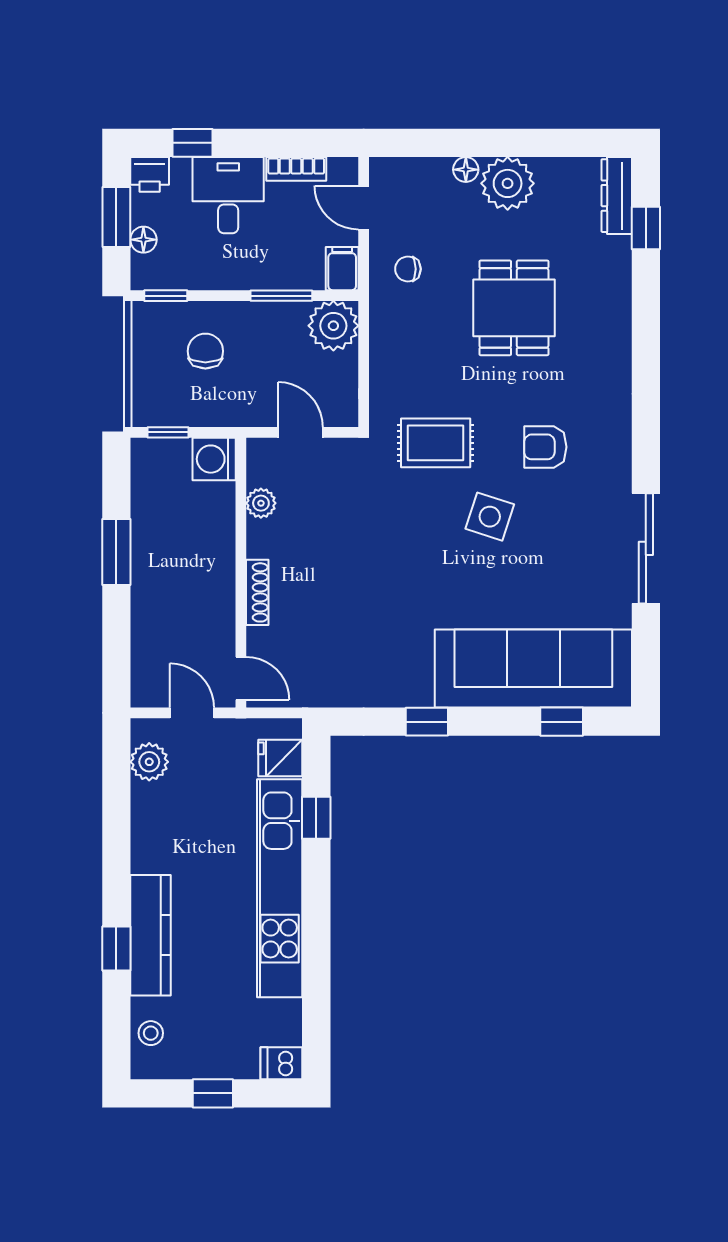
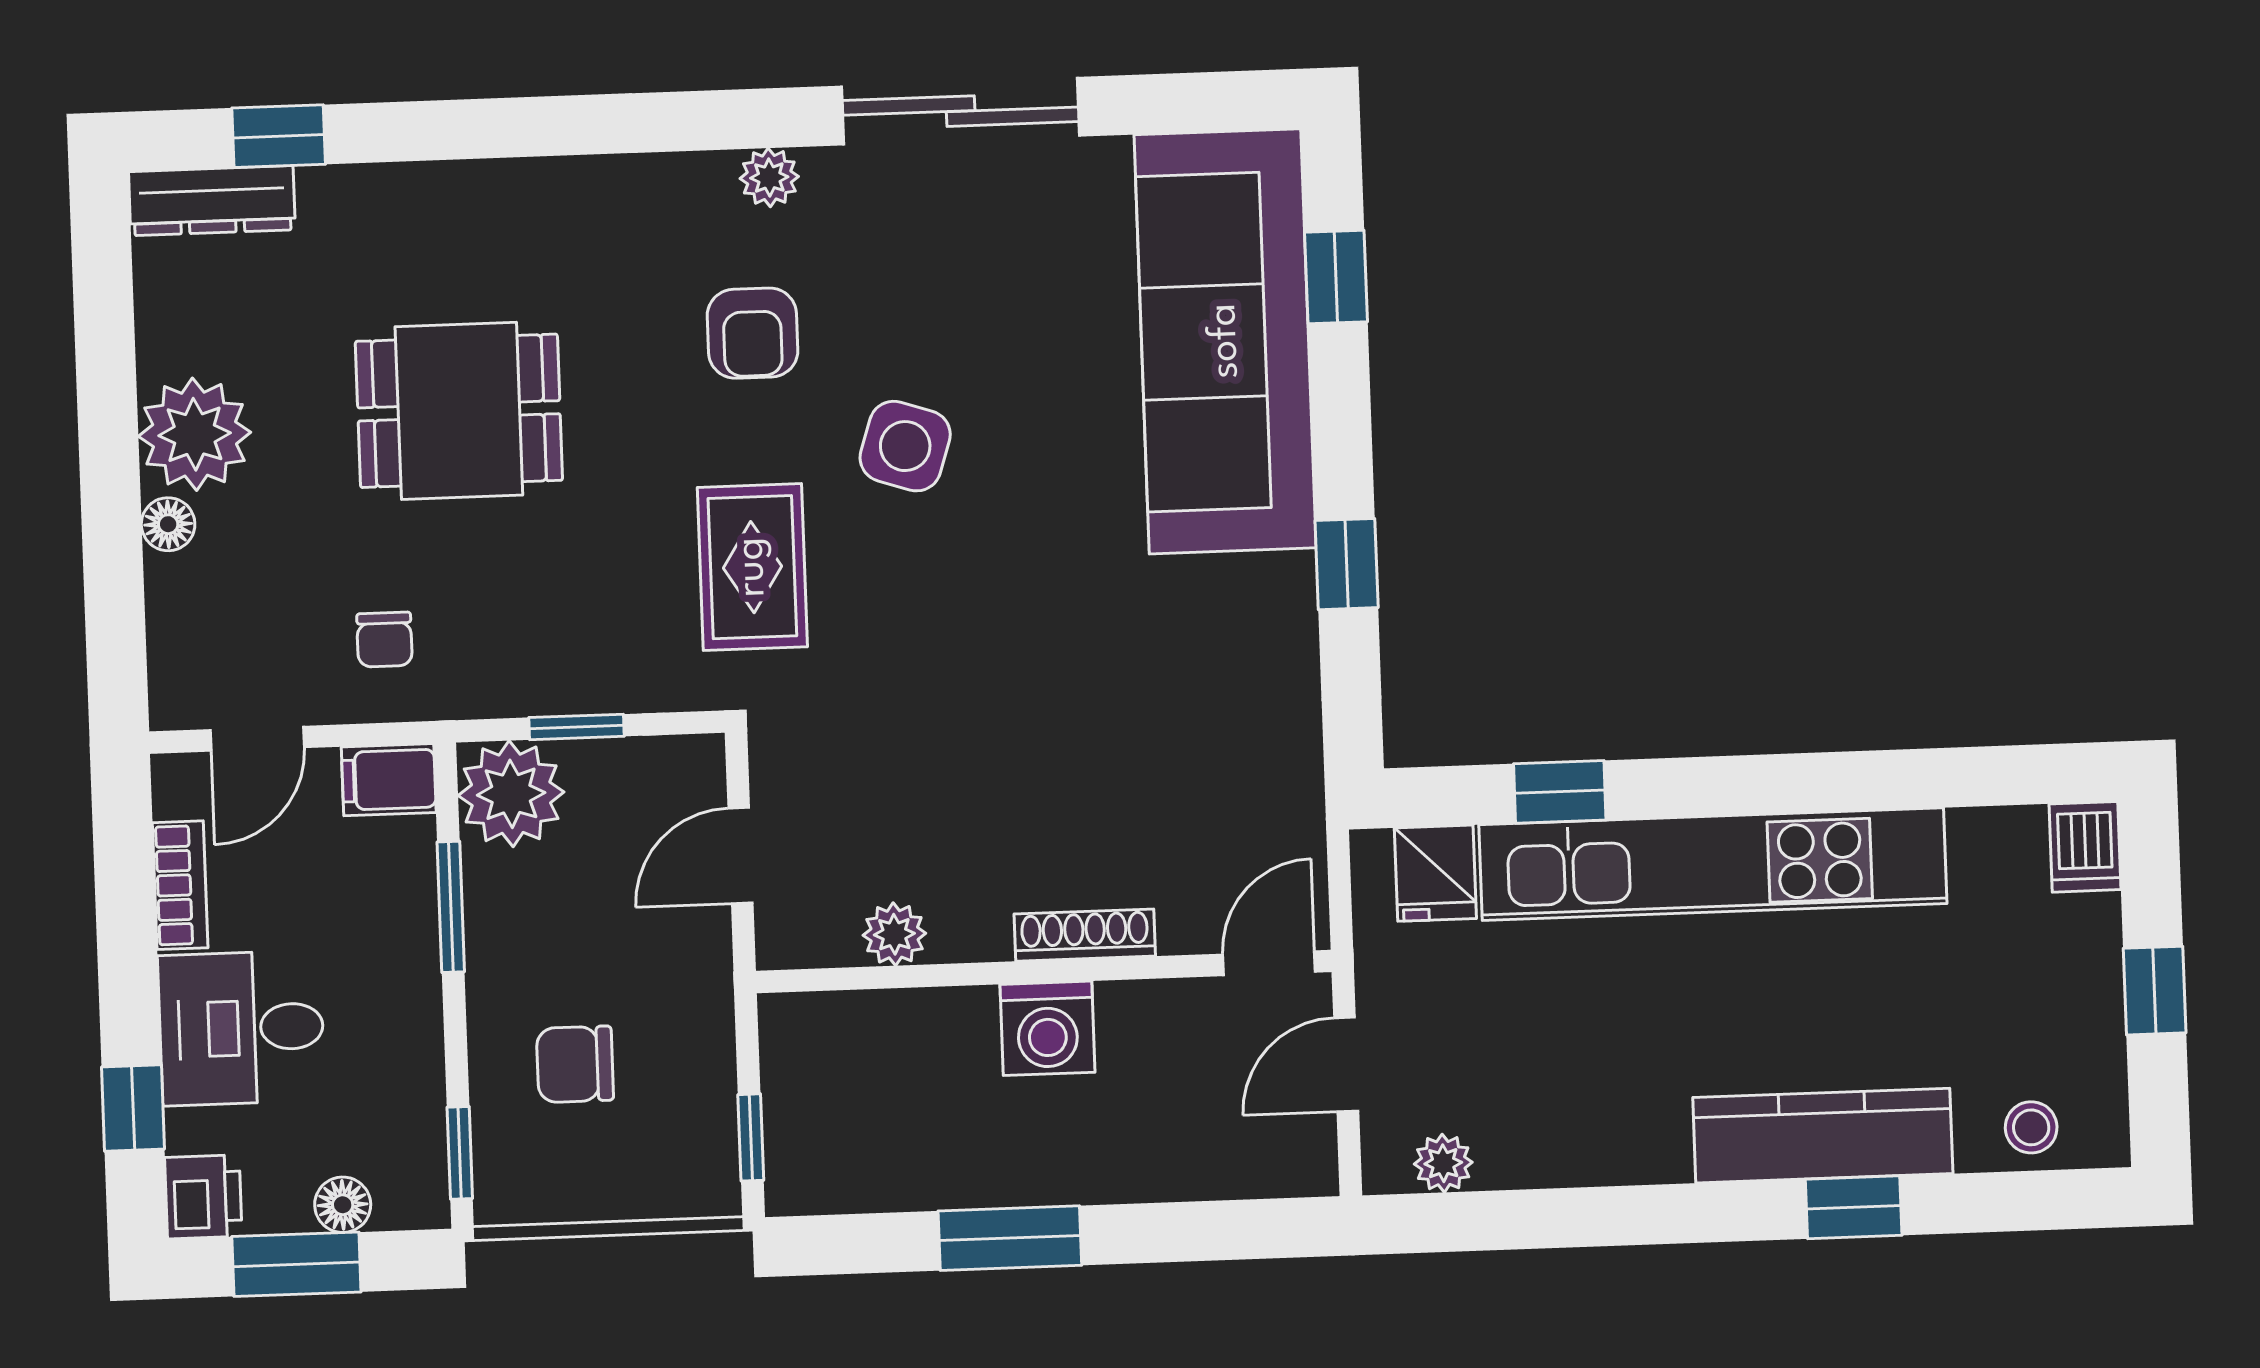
window: (364, 358) -> (577, 727), added
plant: (618, 457) -> (769, 177), added
washing machine: (214, 459) -> (1048, 1028), moved
plant: (149, 762) -> (1443, 1163), width x0.73, depth x0.73

